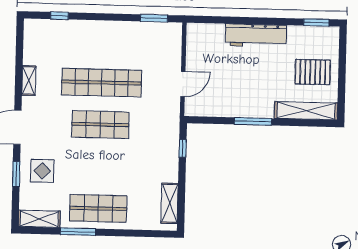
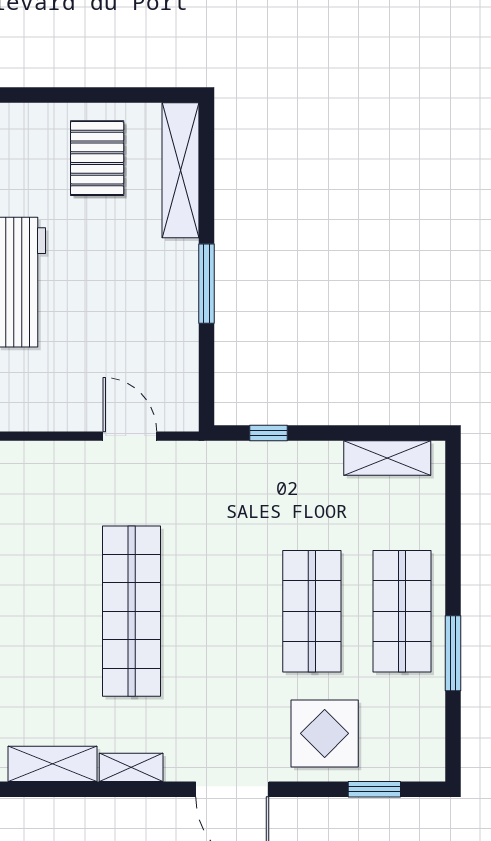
shop shelf: (100, 125) -> (312, 611), moved
display table: (42, 171) -> (325, 733), width x1.36, depth x1.36
window: (16, 174) -> (374, 789), moved
shelving: (39, 219) -> (53, 764), moved, turned 90

